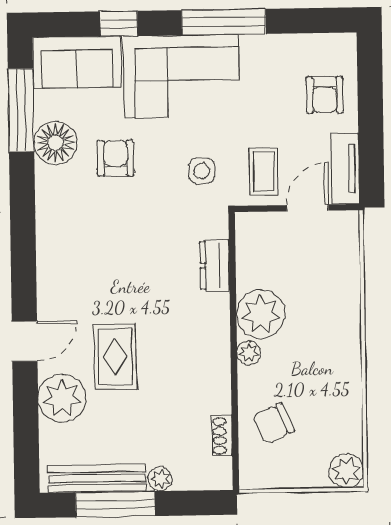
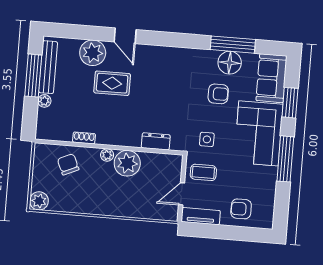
window: (119, 24) -> (290, 103), width x1.50
window: (21, 110) -> (233, 45), moved
door: (308, 208) -> (182, 194), swing flipped
shoe rack: (222, 436) -> (84, 138), moved

